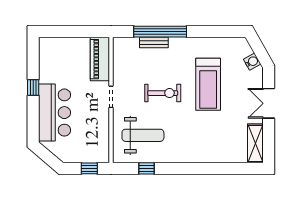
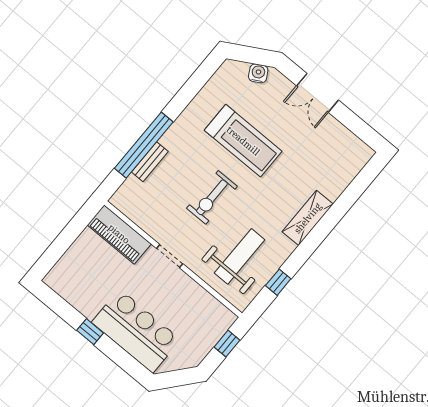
exercise bike: (163, 93) -> (212, 197), turned 180
shelving: (255, 143) -> (308, 218), moved, turned 90

